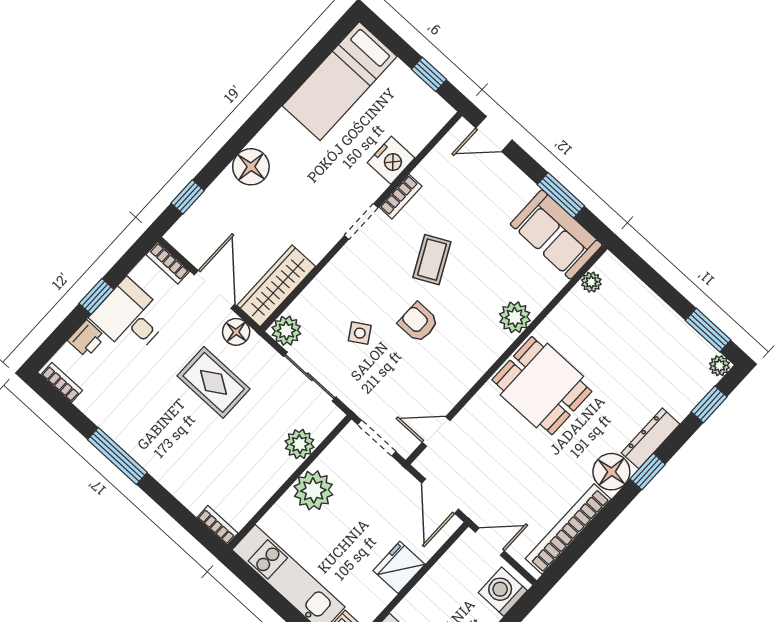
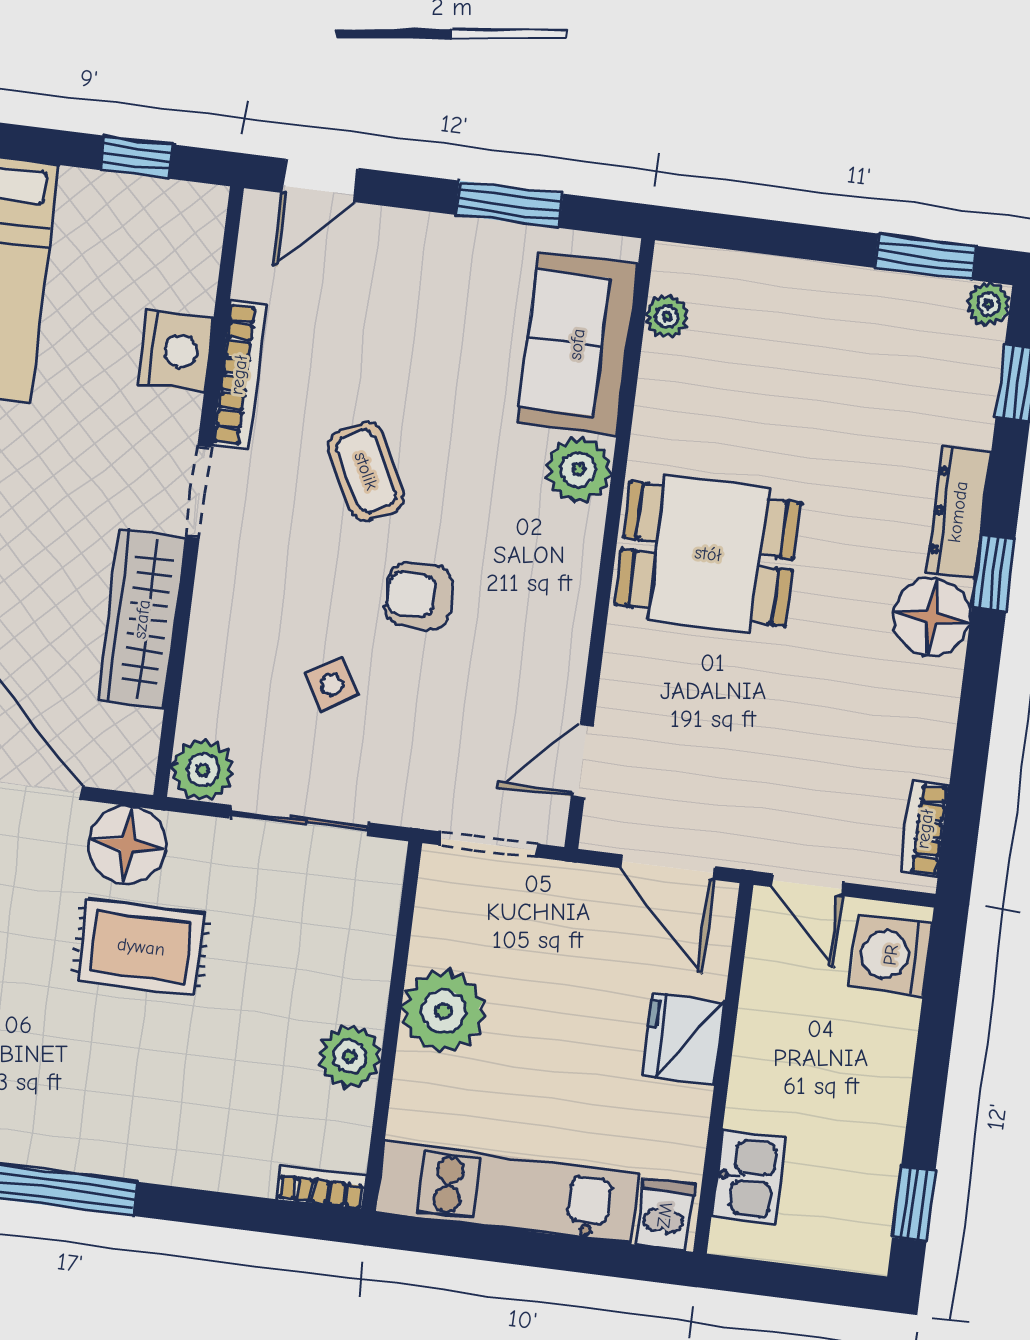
bookcase: (400, 197) -> (239, 375), width x1.56
sofa: (556, 235) -> (577, 344), moved, turned 90
wardrobe: (276, 286) -> (142, 619), moved
floor lamp: (236, 332) -> (127, 845), width x1.38, depth x1.38
plant: (300, 444) -> (350, 1056), moved
bookcase: (568, 529) -> (925, 829), width x0.43, depth x0.76
door: (490, 542) -> (808, 885), swing flipped

